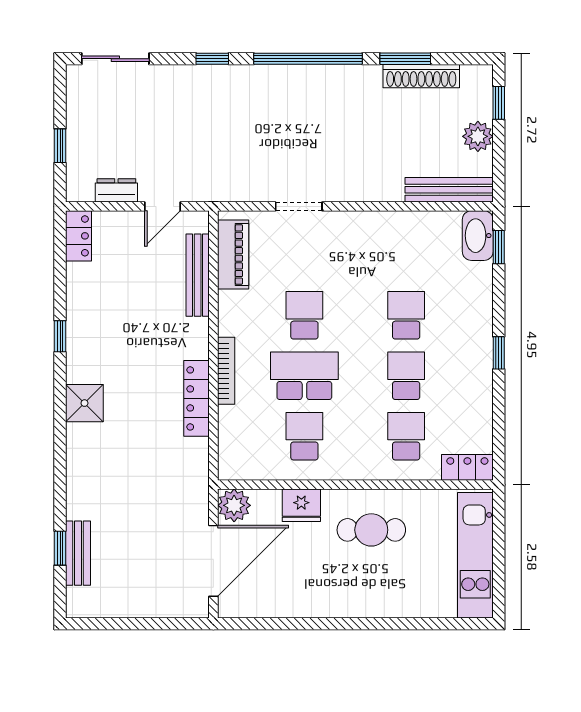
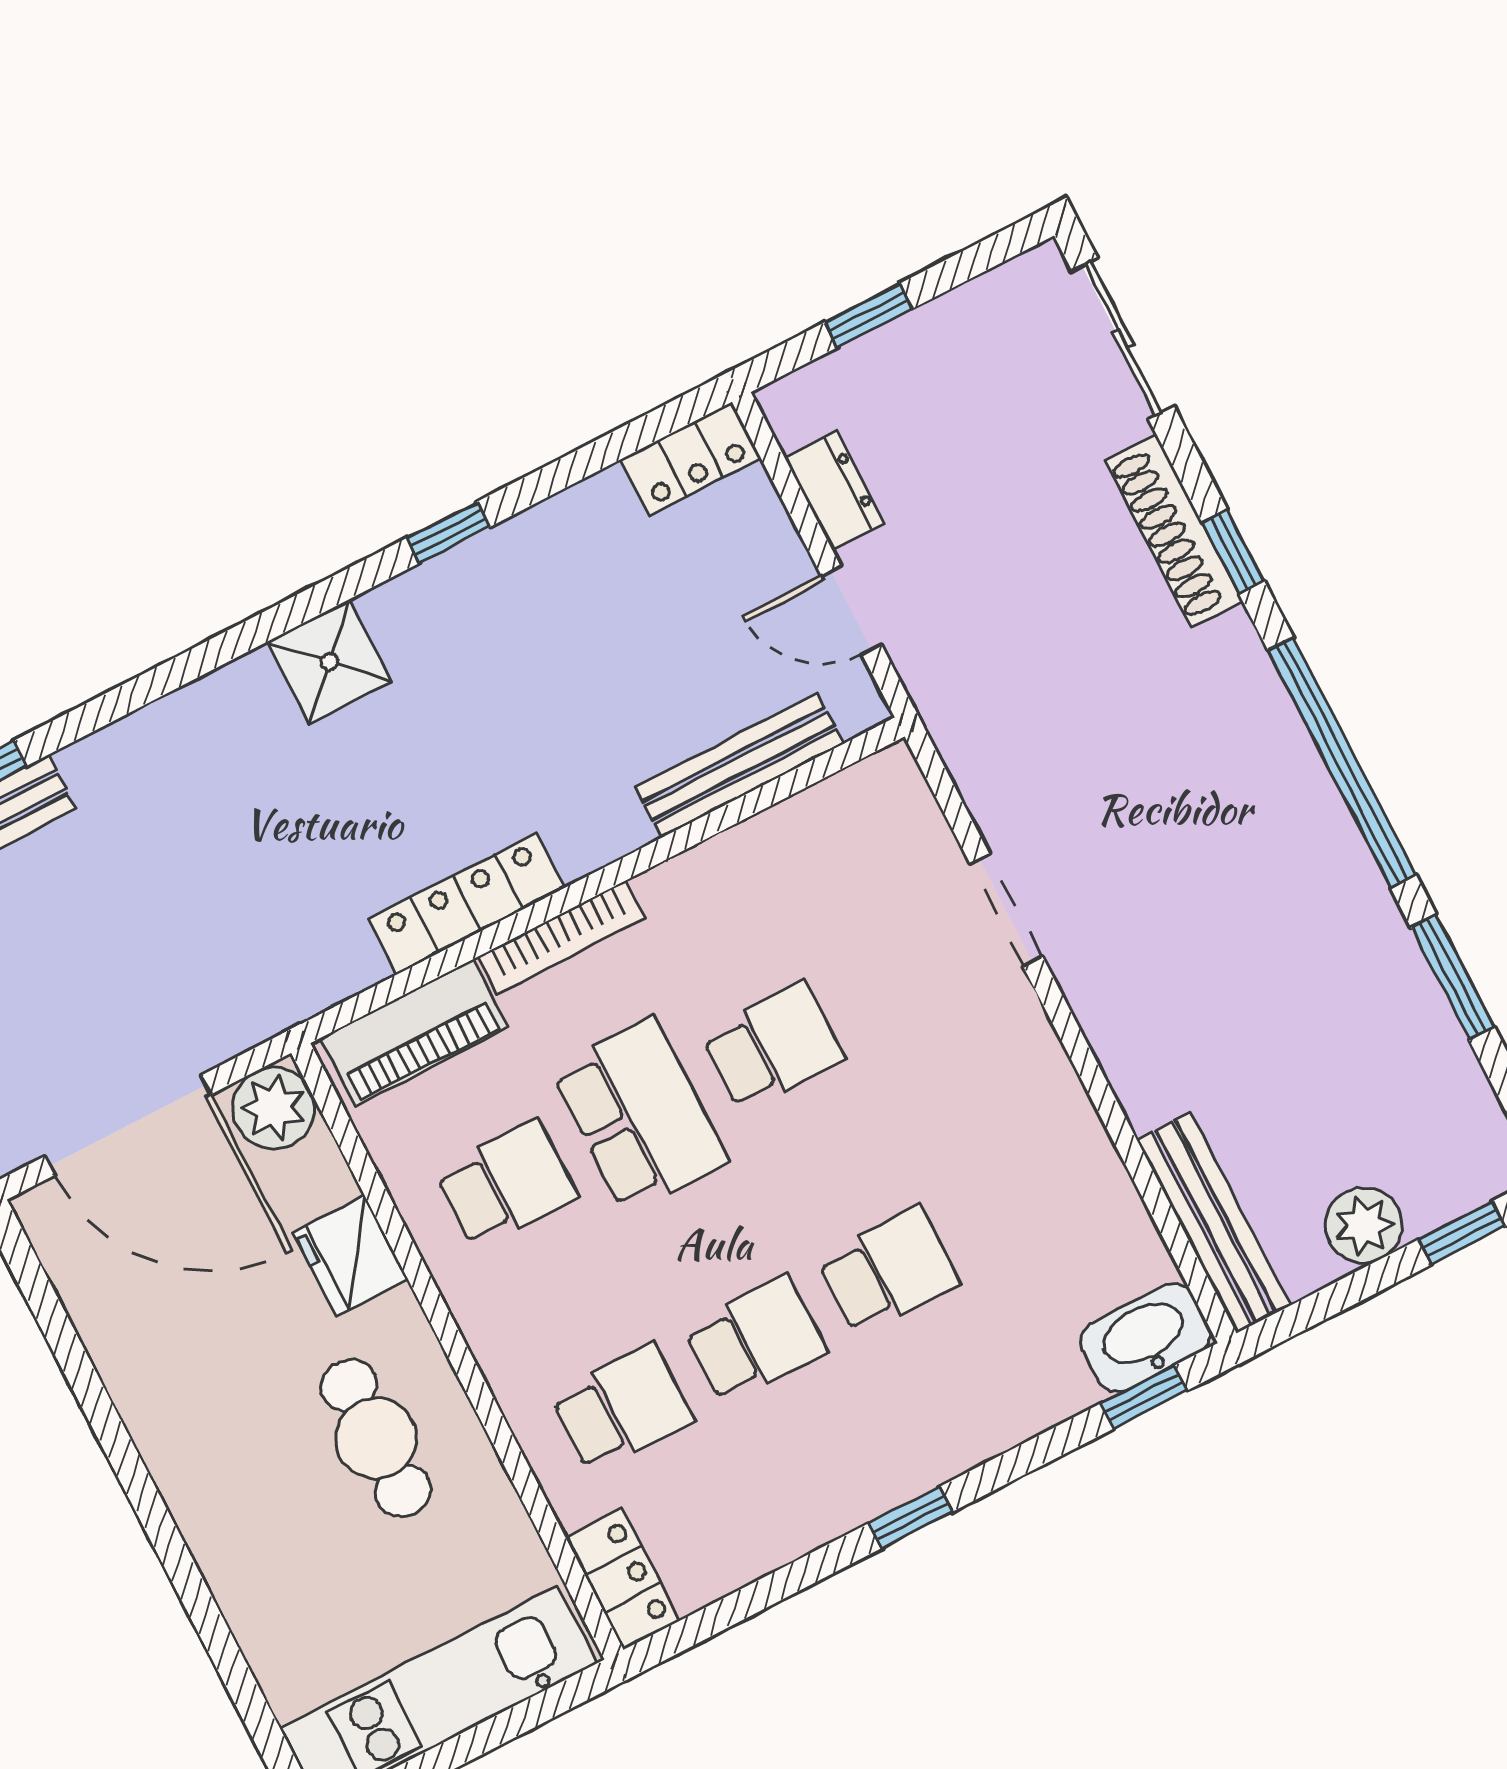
shoe rack: (421, 76) -> (1174, 531), moved
piano: (233, 254) -> (414, 1033), moved

